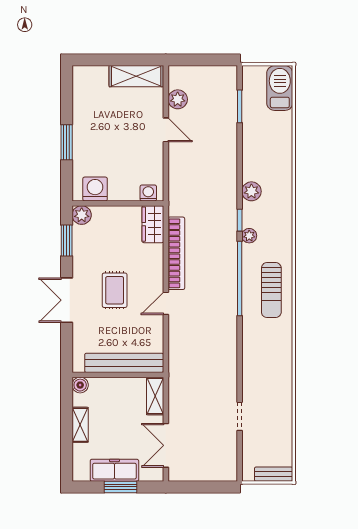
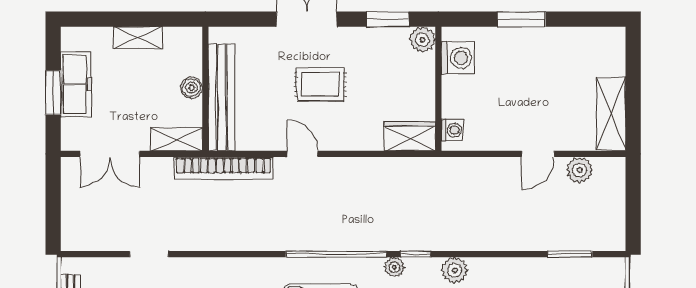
bookcase: (176, 253) -> (224, 168), moved
boiler: (80, 385) -> (192, 88), moved
double door: (166, 445) -> (110, 154), swing flipped

